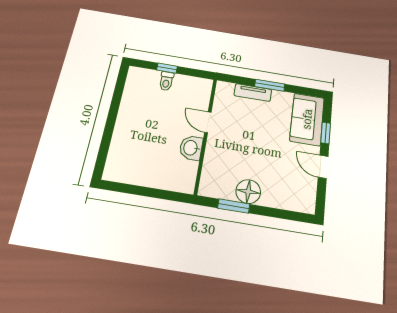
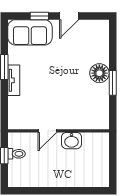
door: (208, 122) -> (47, 131), moved
wall: (206, 135) -> (58, 131), moved
washbasin: (191, 148) -> (72, 141), moved

